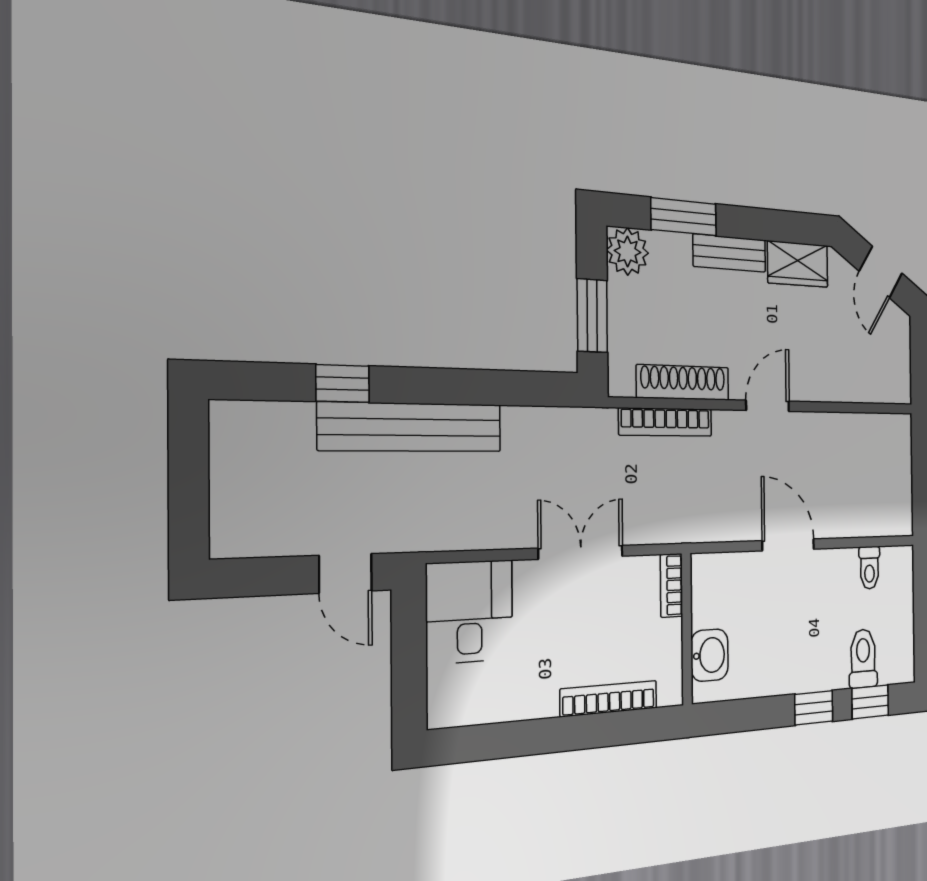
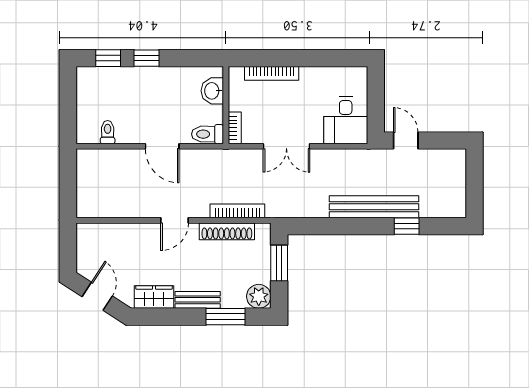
toilet: (863, 659) -> (208, 134), moved, turned 90

